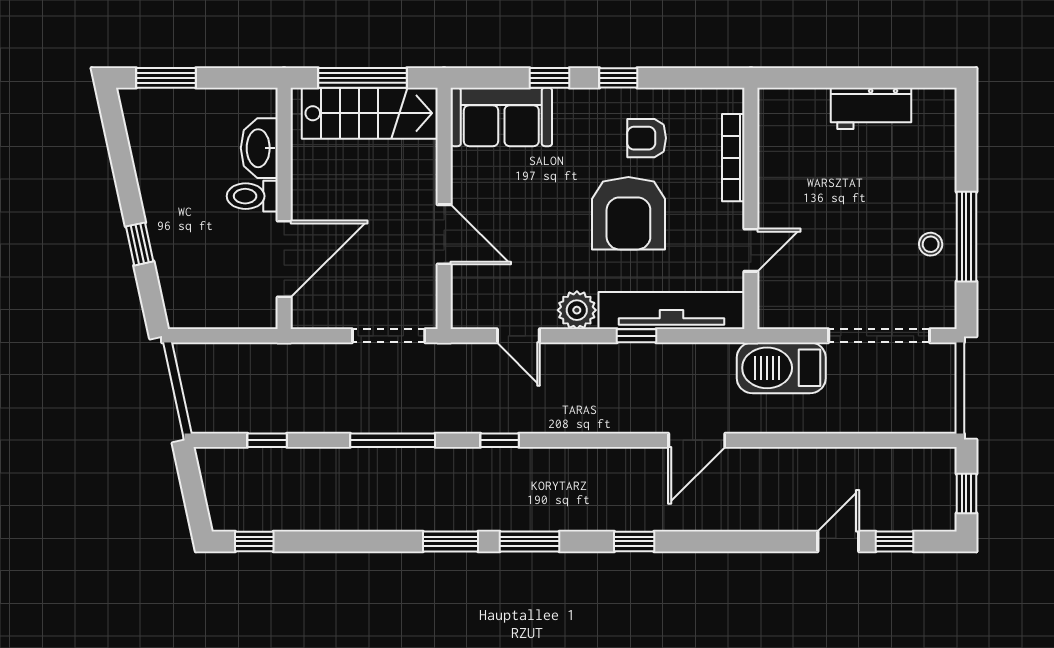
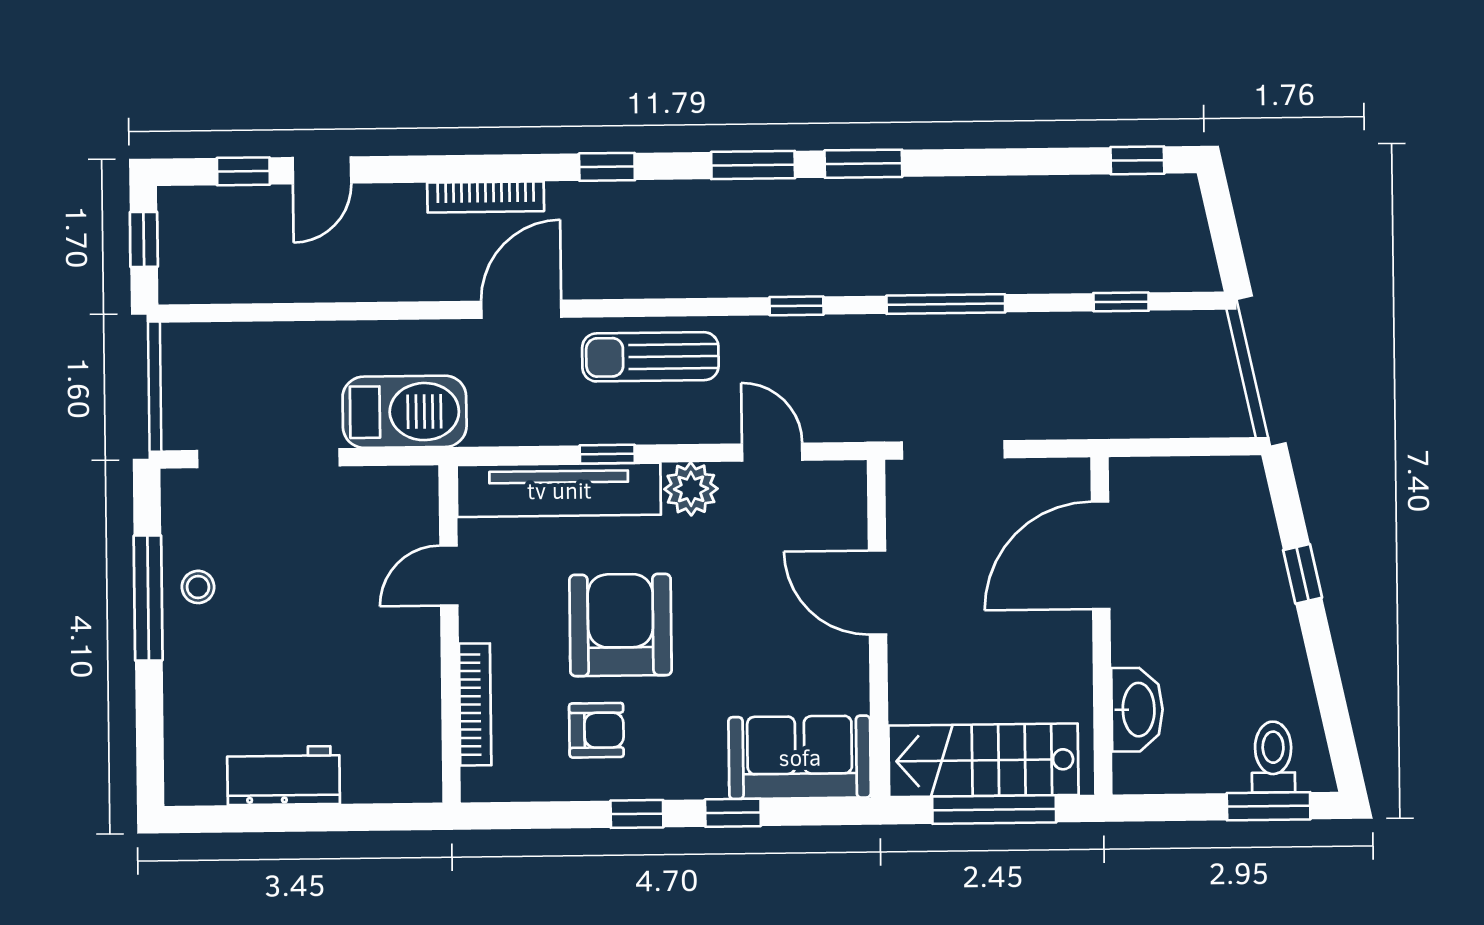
toilet: (252, 196) -> (1273, 757), moved, turned -90
sun lounger: (605, 405) -> (650, 357), added
bookcase: (721, 521) -> (486, 197), added

